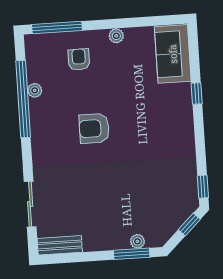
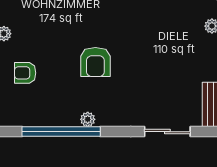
plant: (35, 90) -> (88, 119), moved

